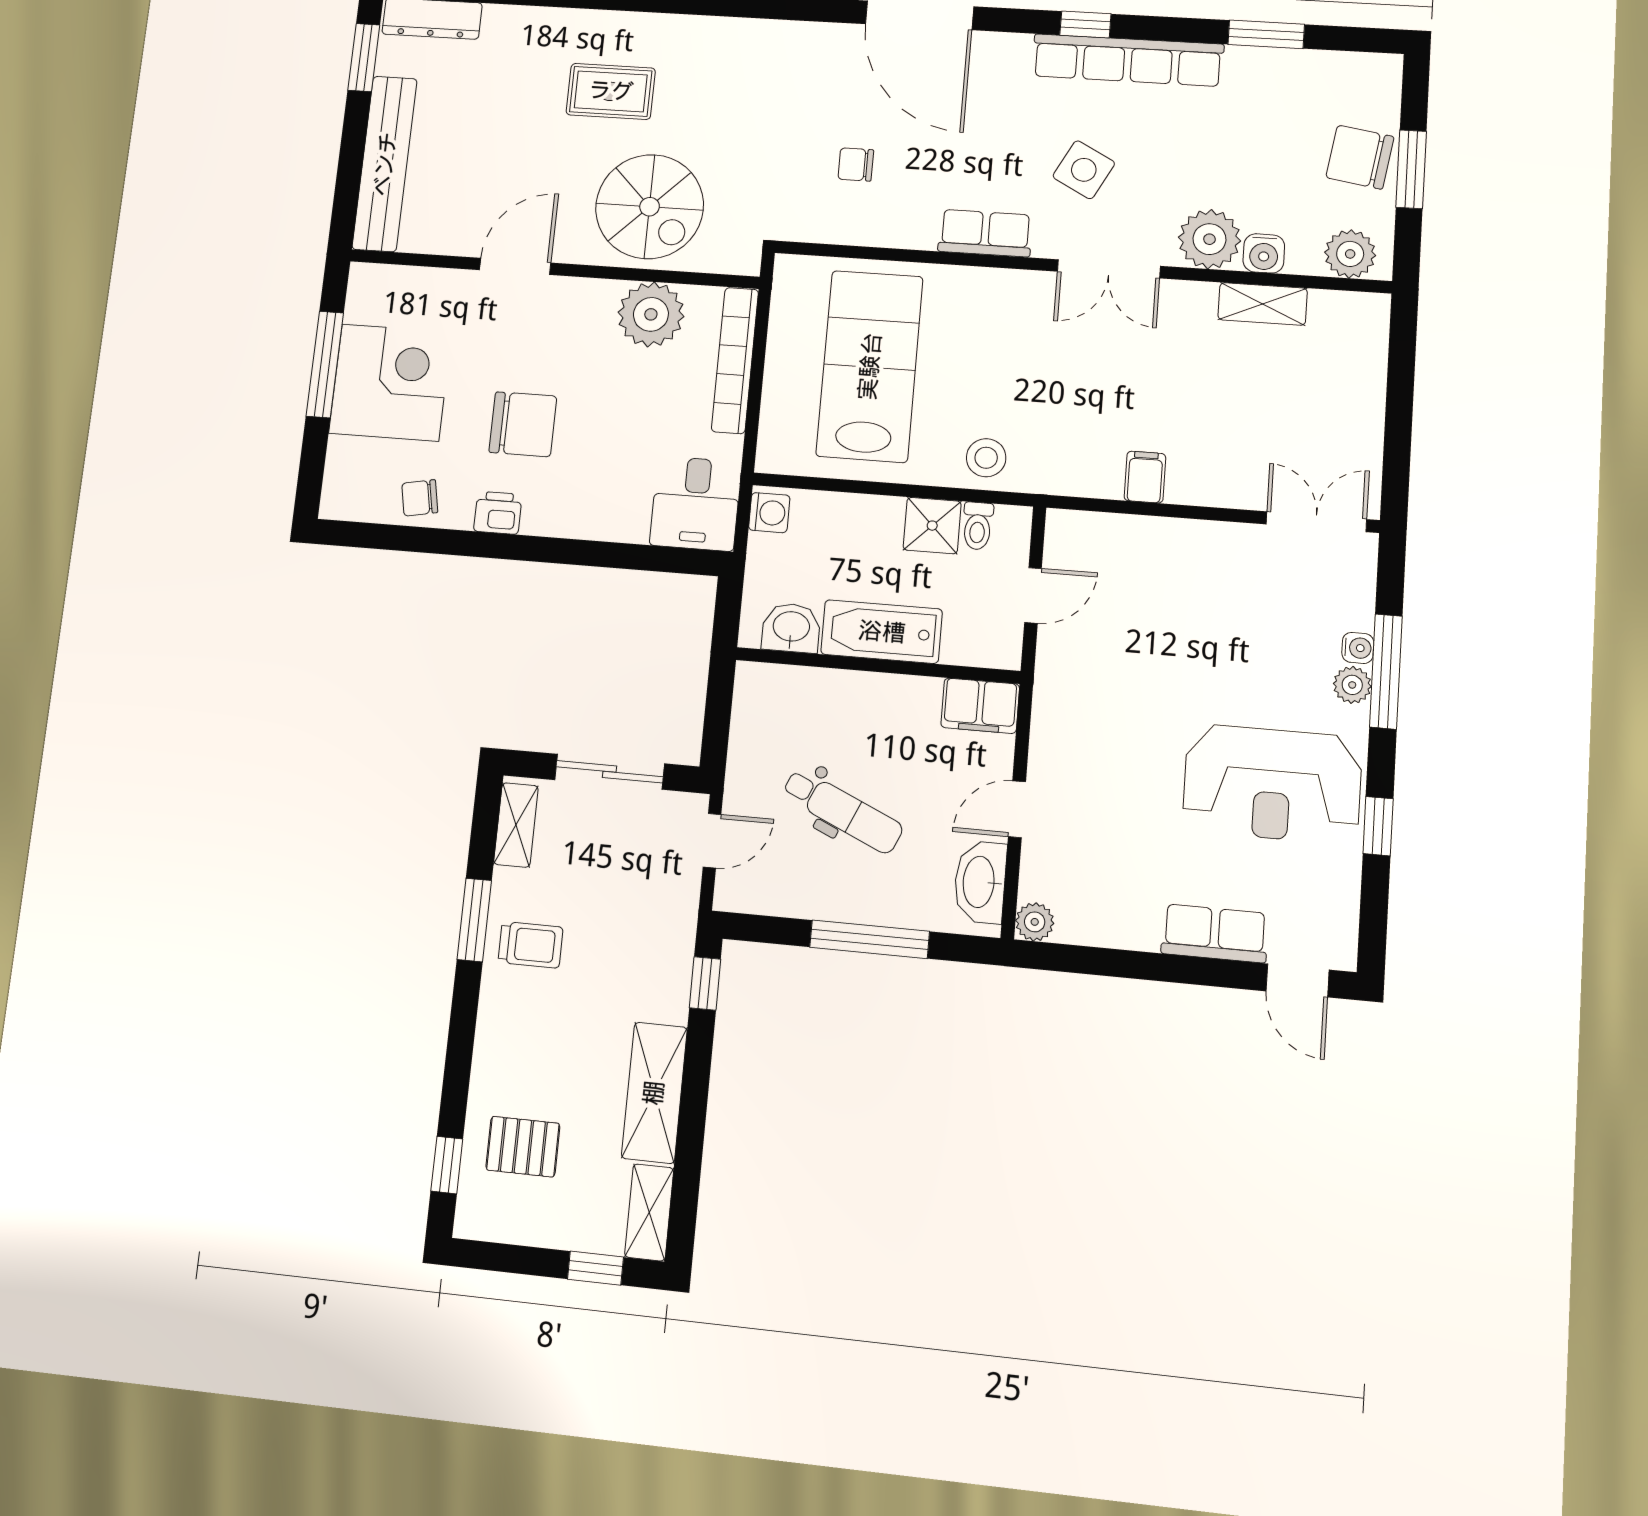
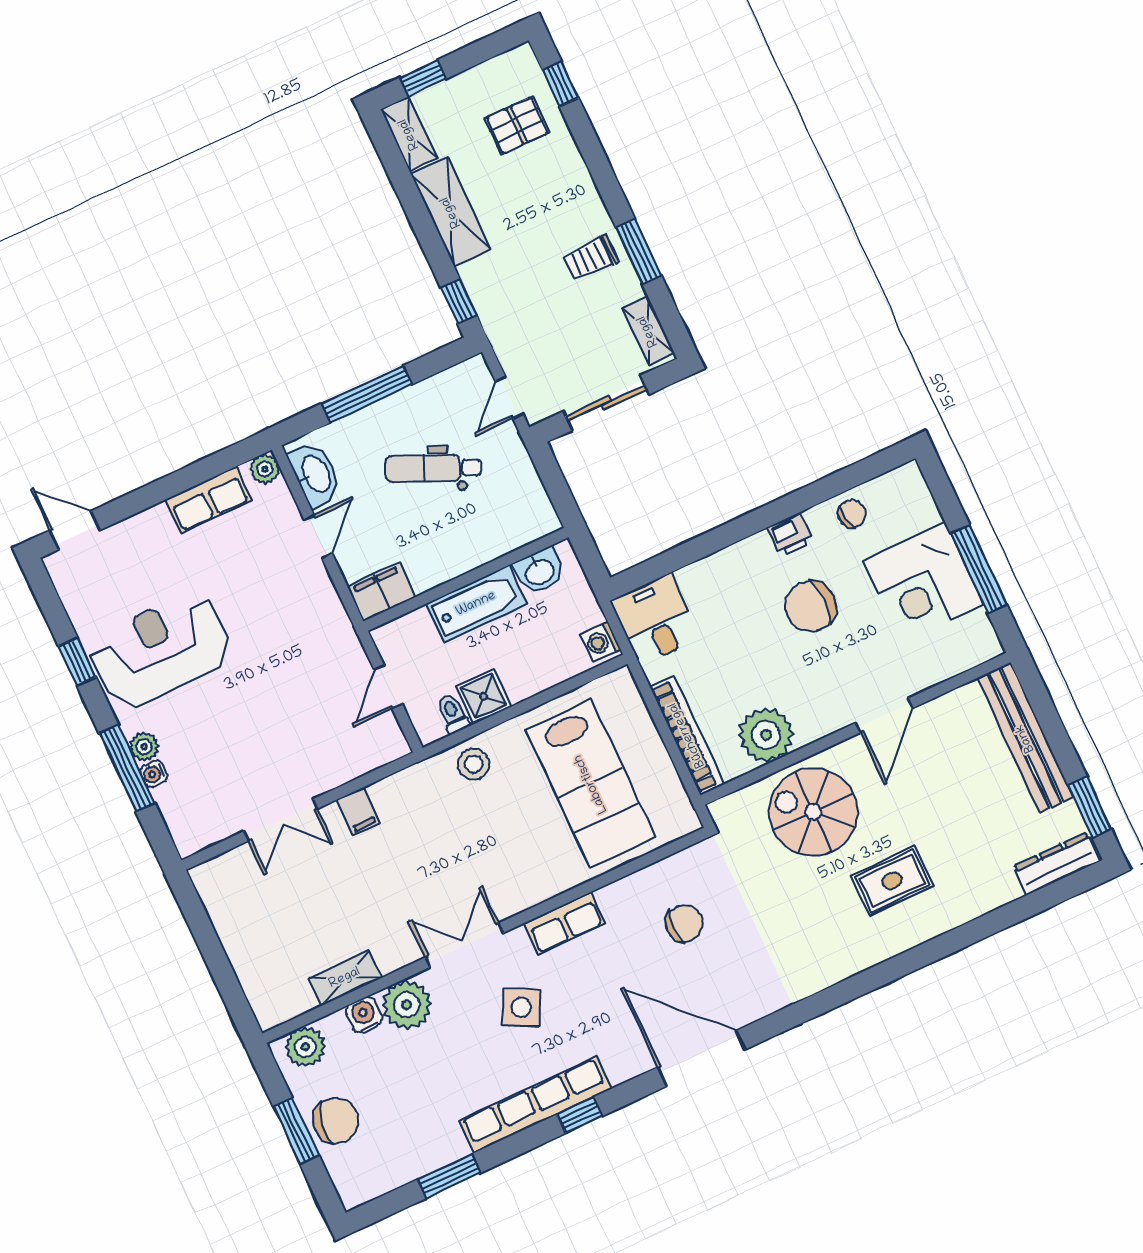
chair: (856, 164) -> (684, 923), width x1.37, depth x1.37
double door: (1316, 522) -> (281, 820), moved
row of seats: (1215, 933) -> (209, 500), moved

